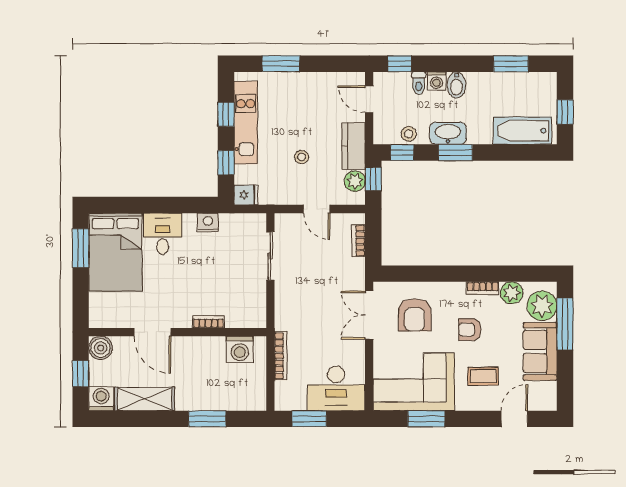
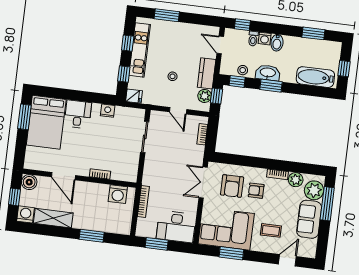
armchair: (470, 330) -> (256, 191), moved

